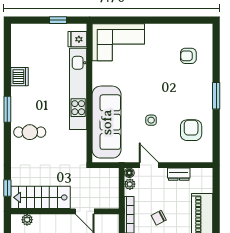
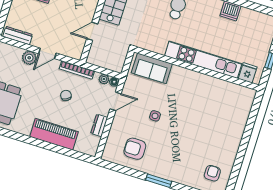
corner sofa: (118, 42) -> (233, 108), removed
armchair: (188, 56) -> (212, 173), moved
sofa: (107, 122) -> (152, 68), width x0.54, depth x0.79
armchair: (191, 130) -> (135, 149), turned 180

